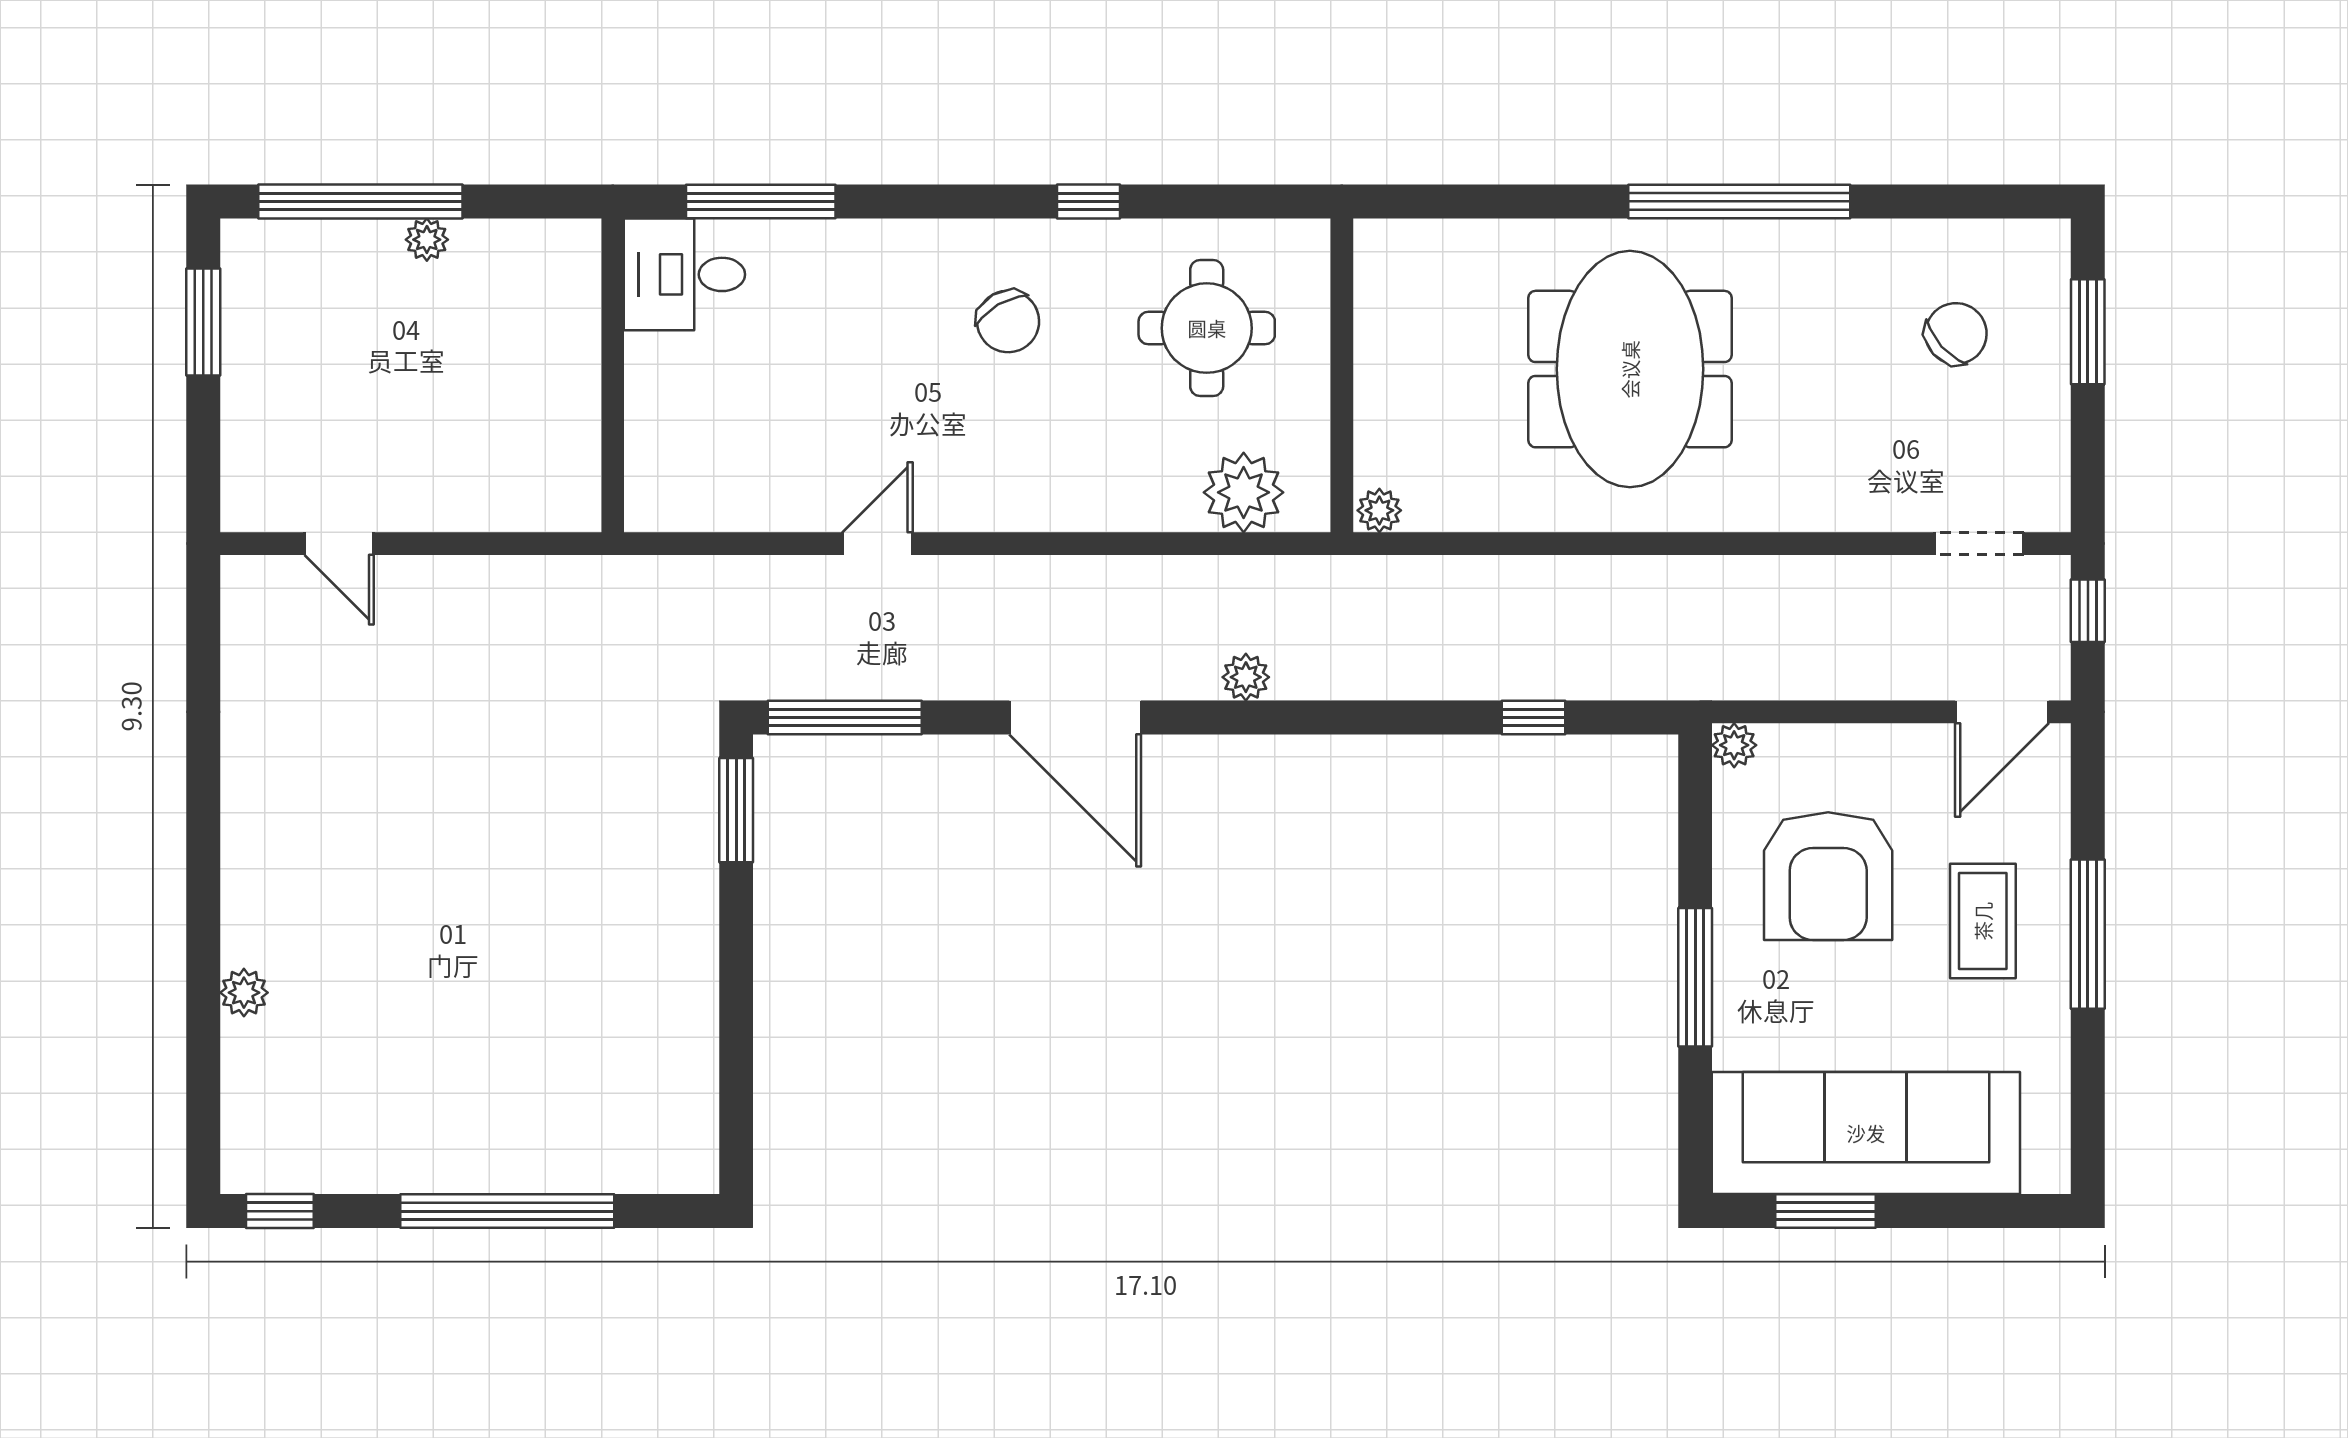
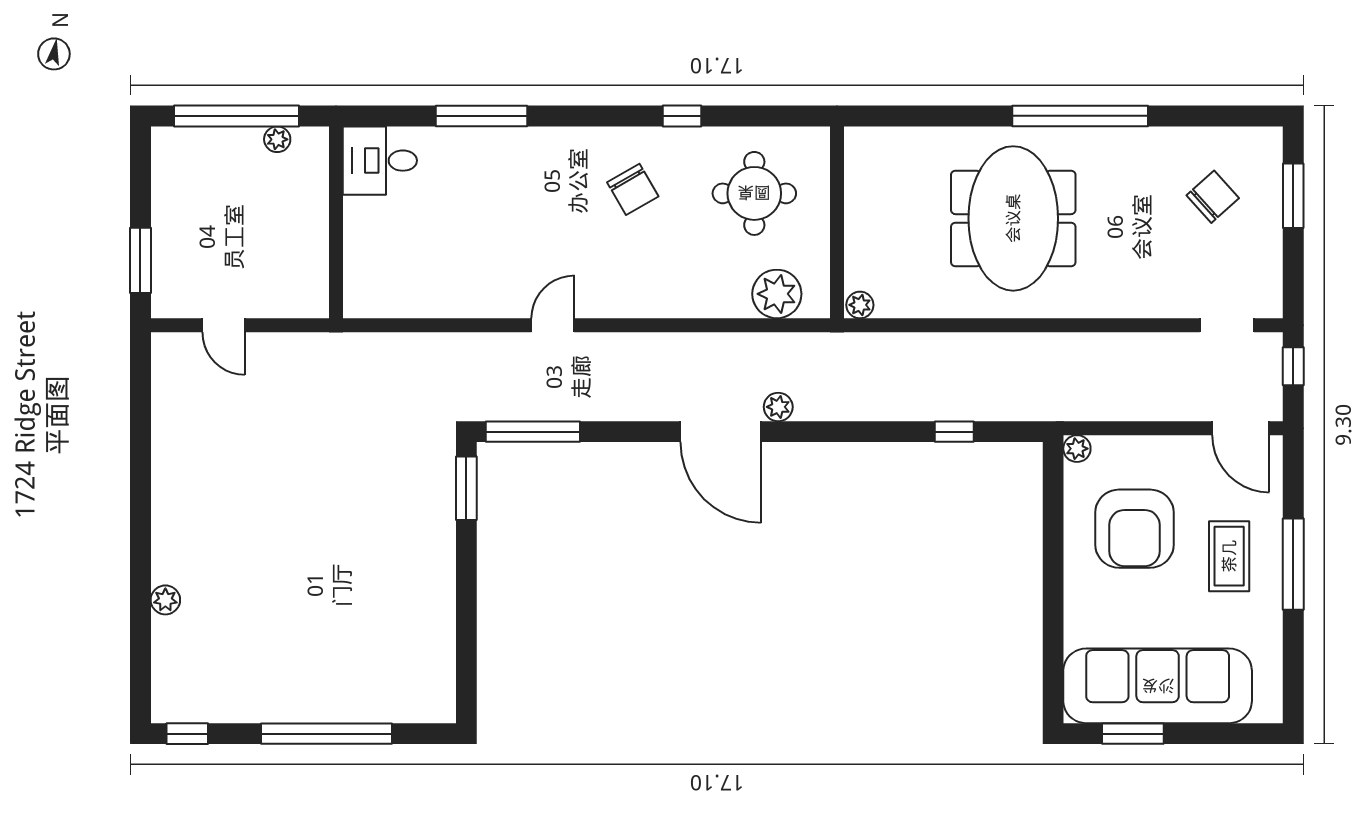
desk: (684, 274) -> (380, 161), moved
window: (203, 322) -> (140, 260), moved
wall: (613, 375) -> (336, 222), moved
door: (2002, 712) -> (1241, 428), hinge flipped
door: (1075, 717) -> (721, 432), moved
window: (1695, 977) -> (1053, 590), removed

